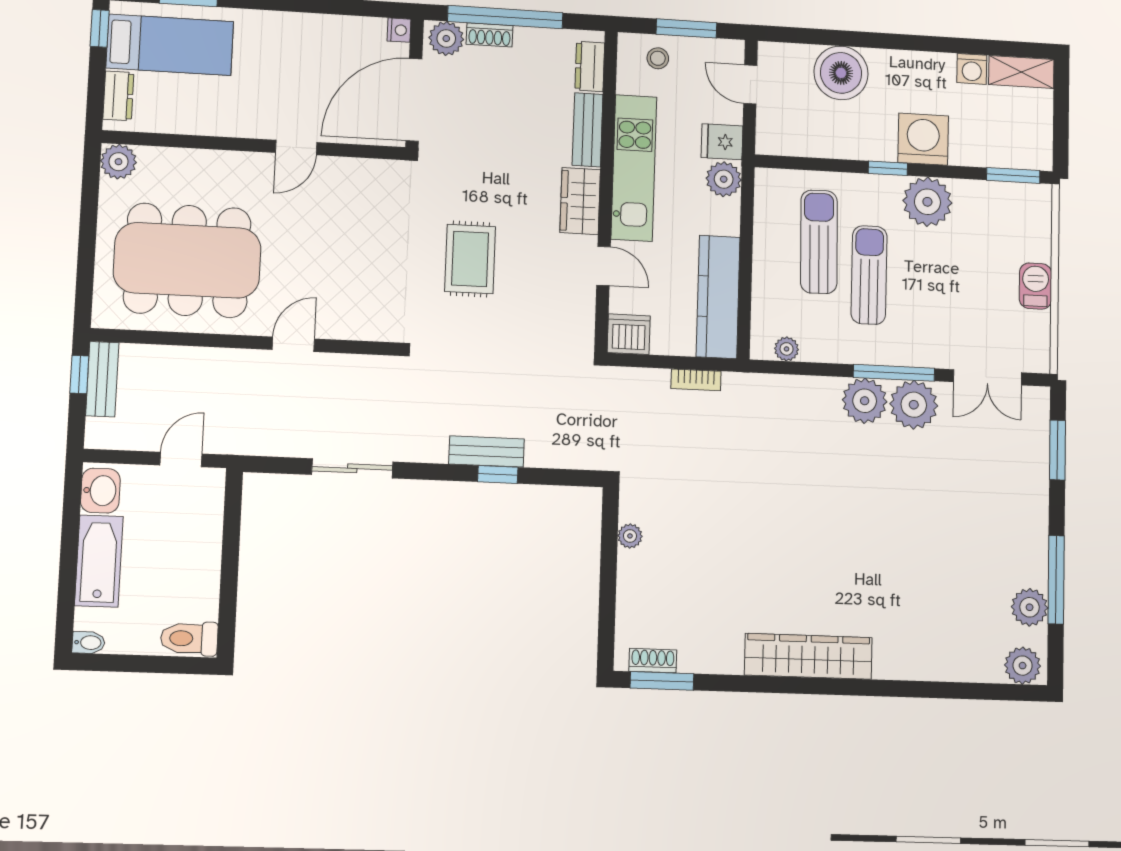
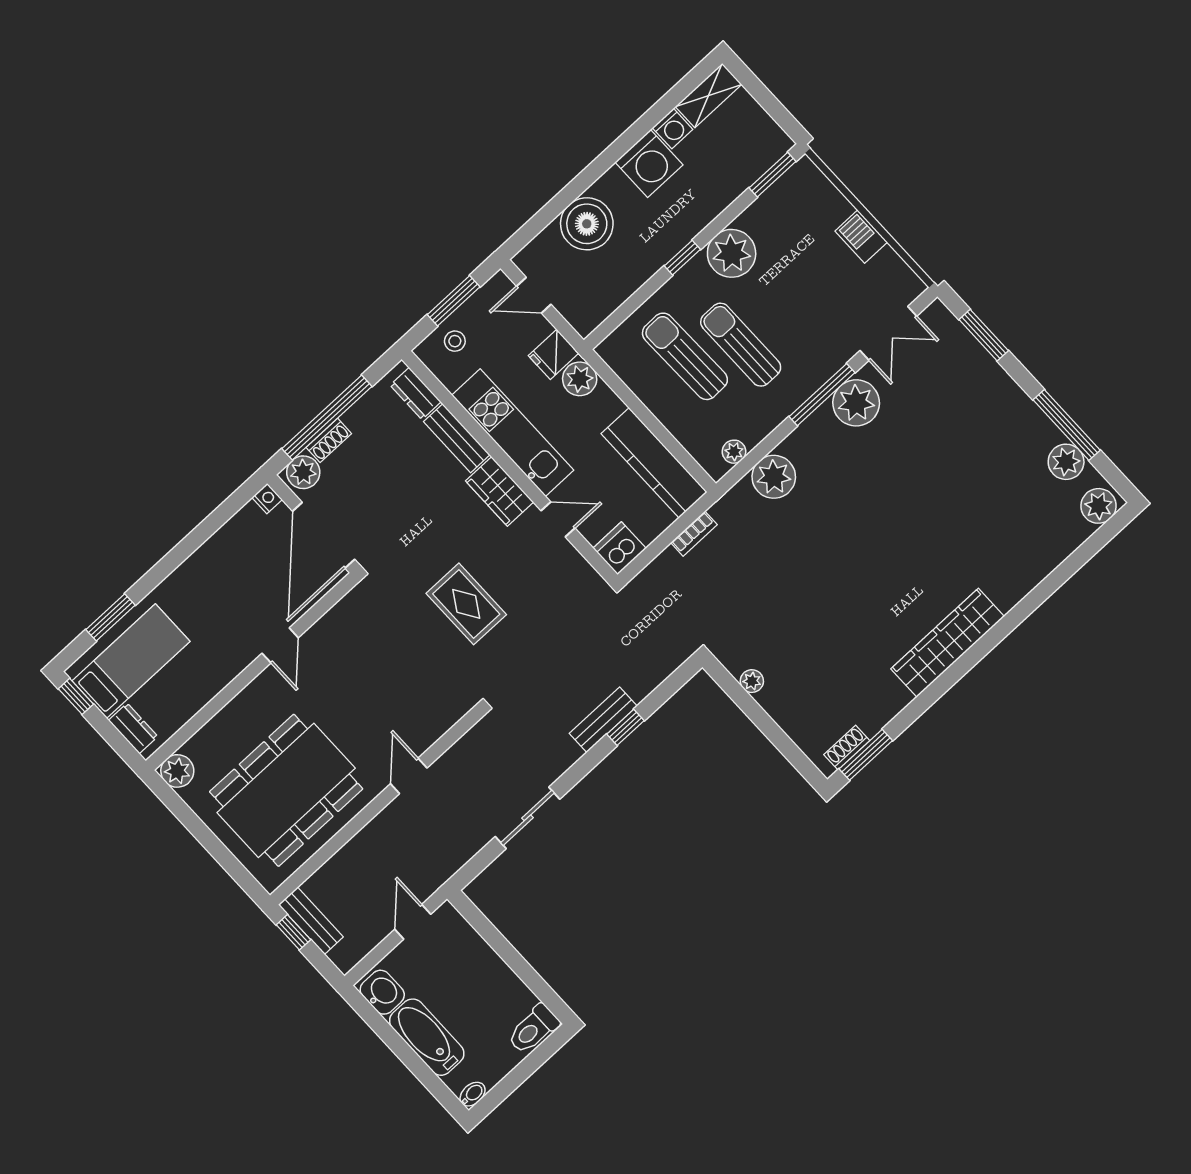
washing machine: (923, 139) -> (649, 164), moved, turned 180
plant: (865, 401) -> (774, 477), moved

